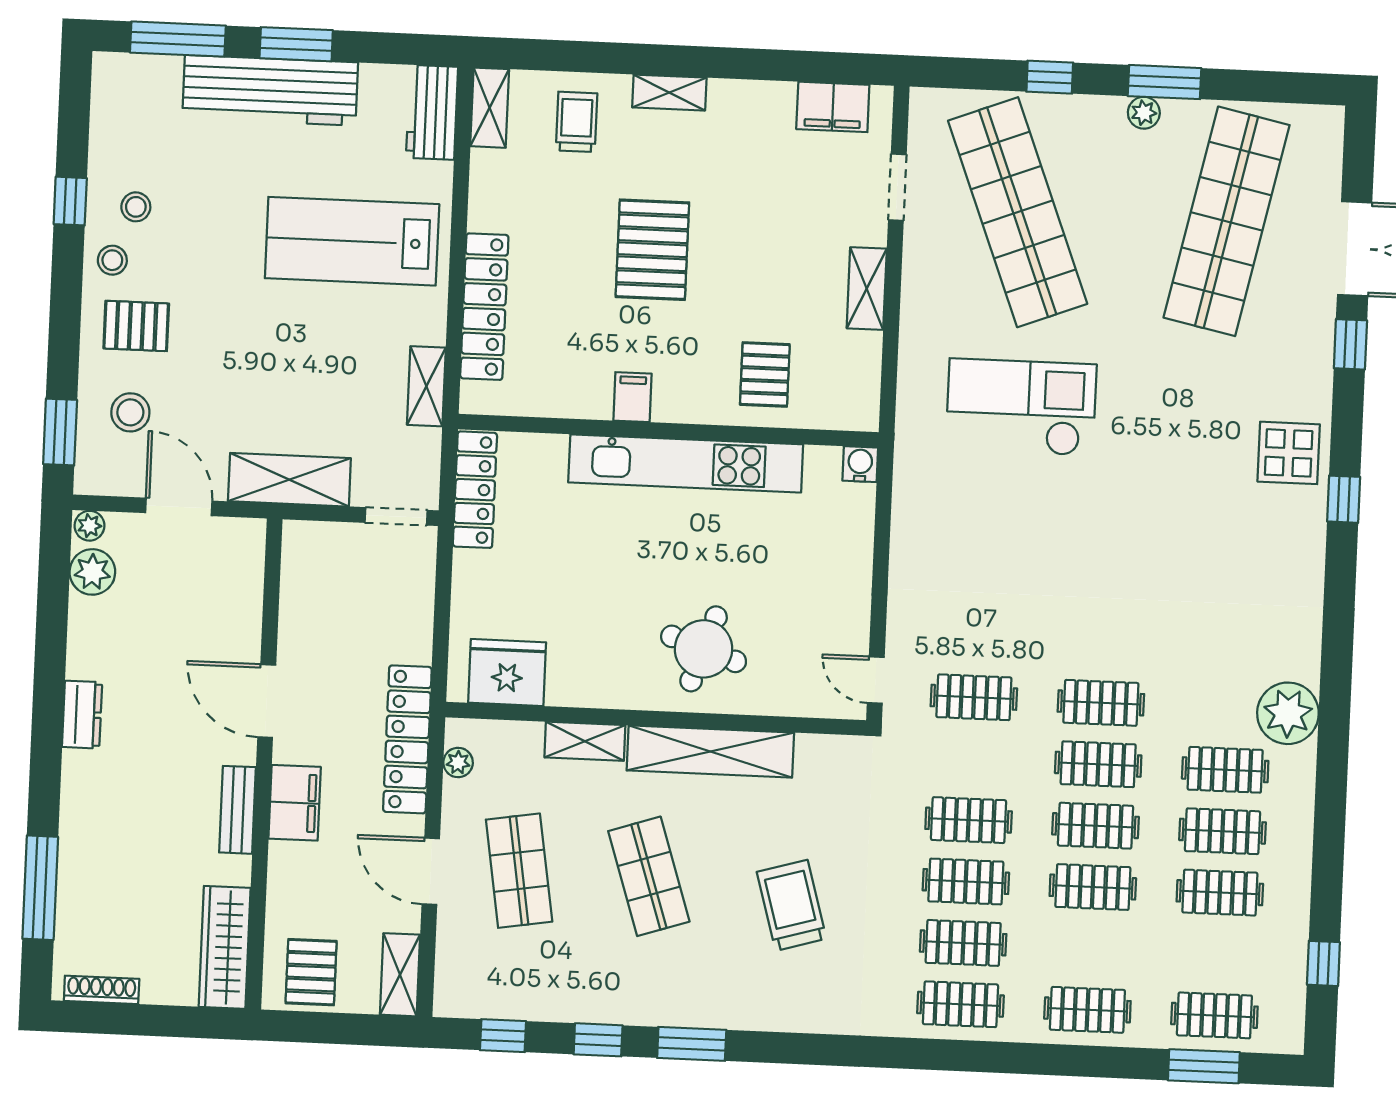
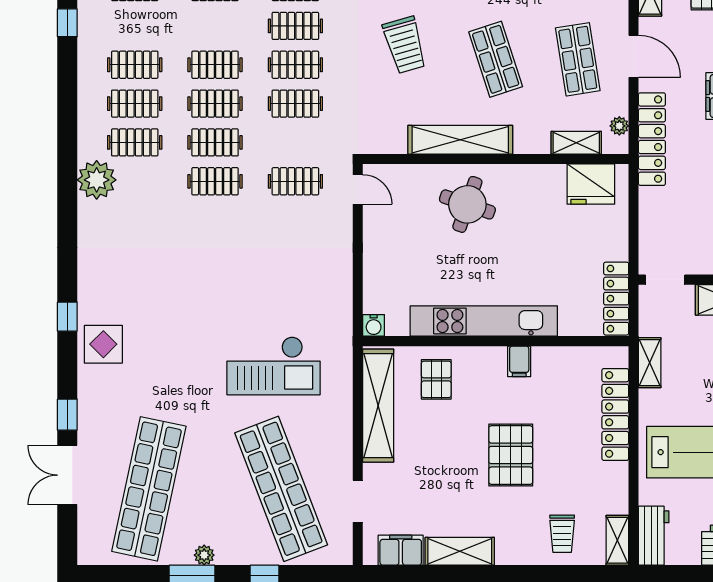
shelving: (669, 93) -> (460, 551), moved, width x1.50, depth x1.33
shelving: (867, 289) -> (378, 406), width x2.20, depth x1.33
shelving: (585, 741) -> (576, 143), moved

